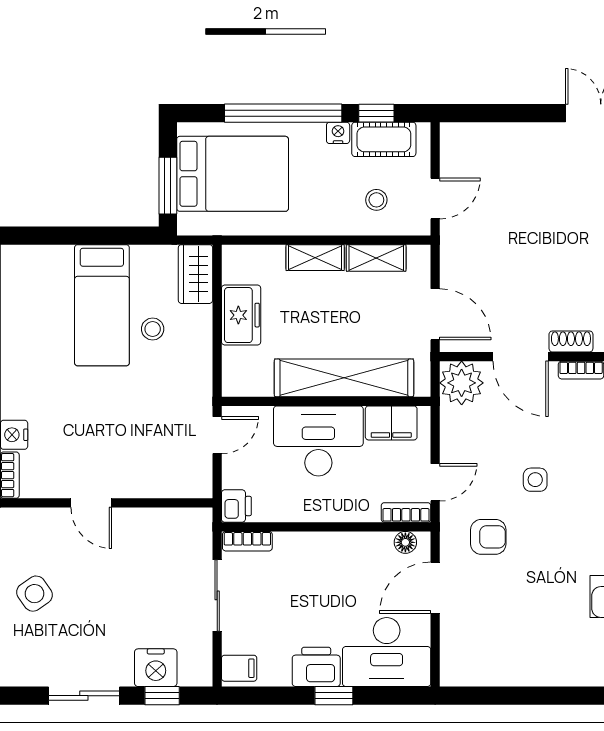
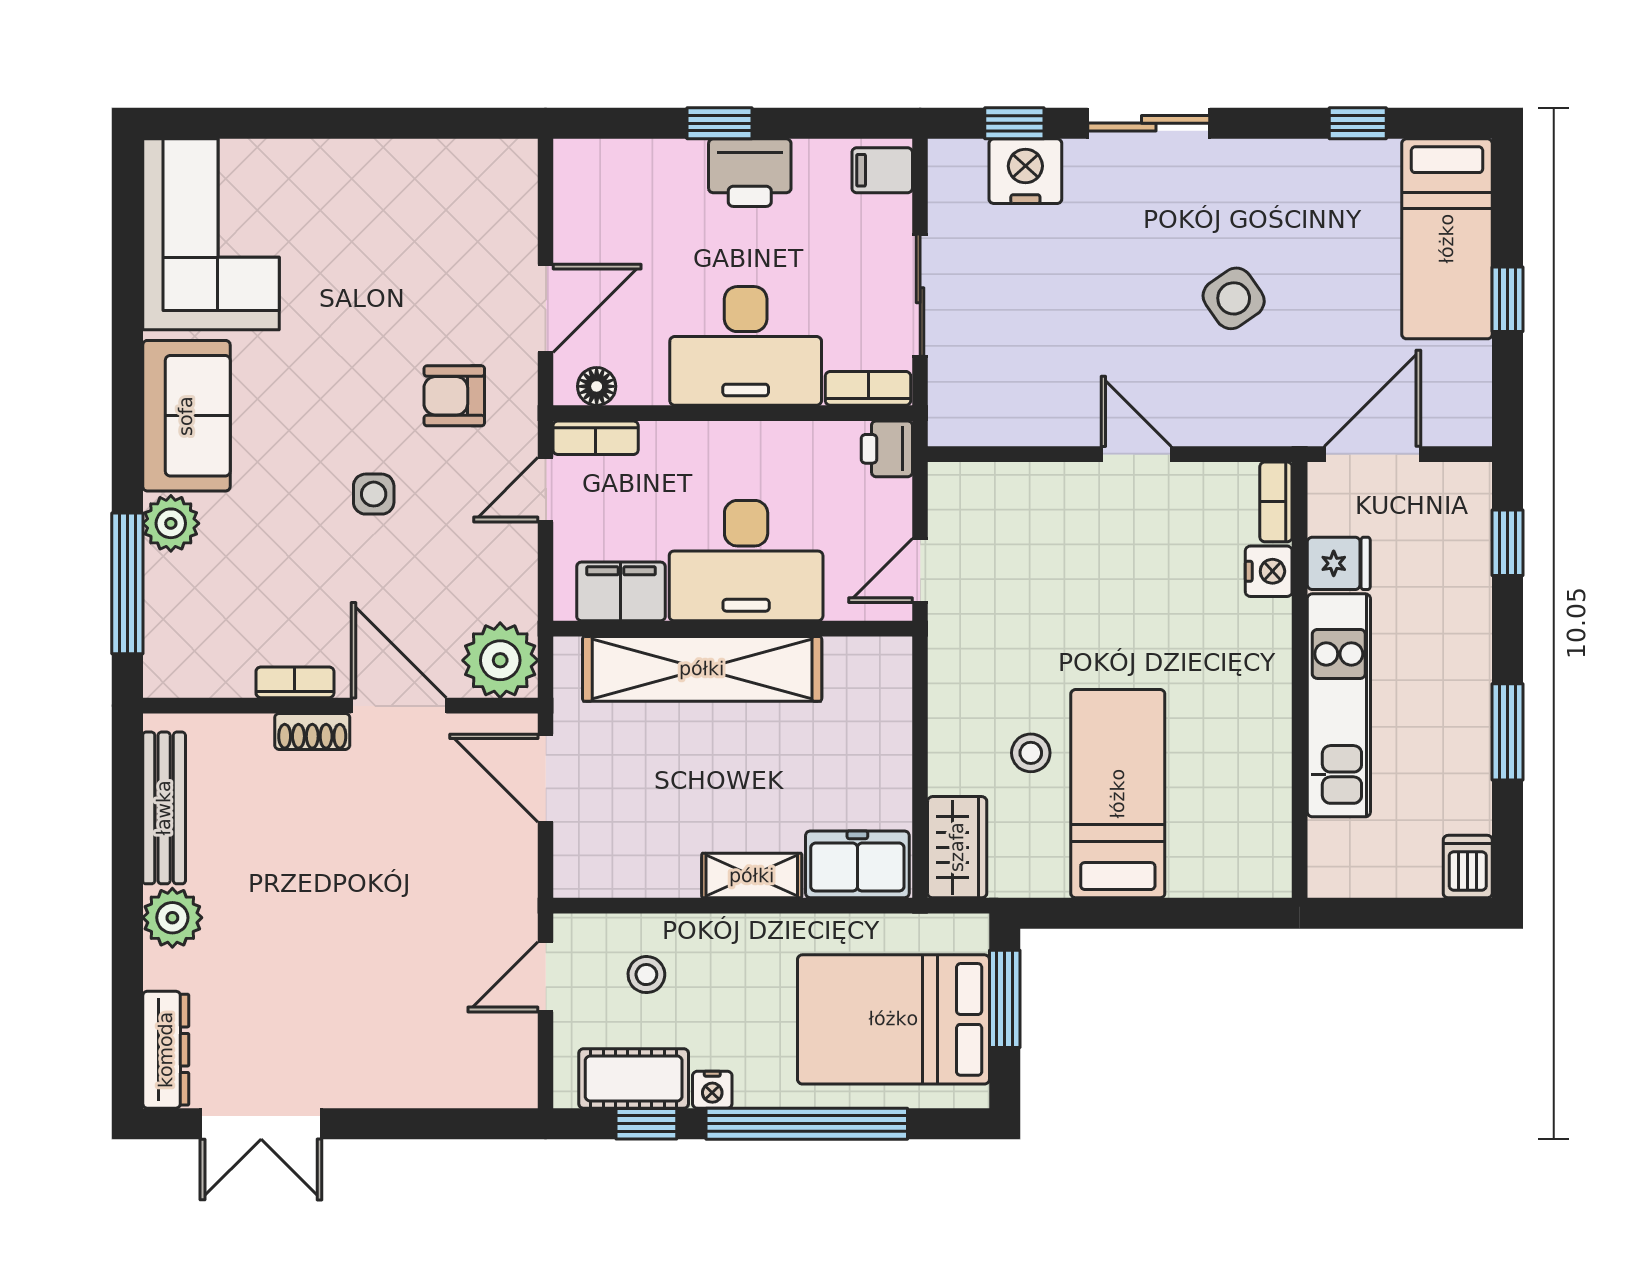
shelving: (376, 258) -> (647, 875), removed
freezer: (241, 315) -> (857, 864), moved, turned 90
desk: (387, 652) -> (746, 346), moved, turned 180

